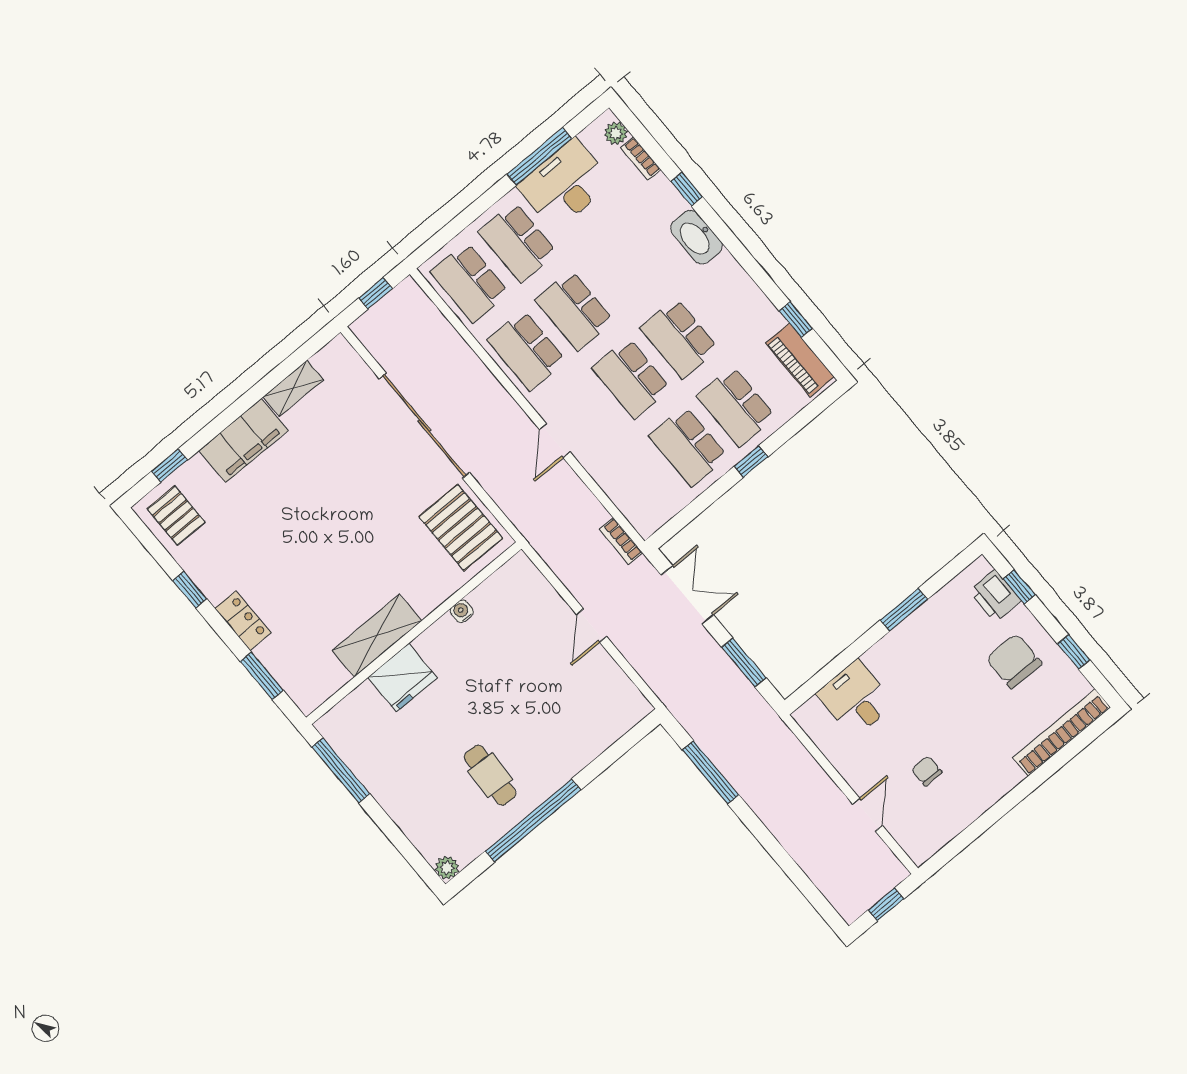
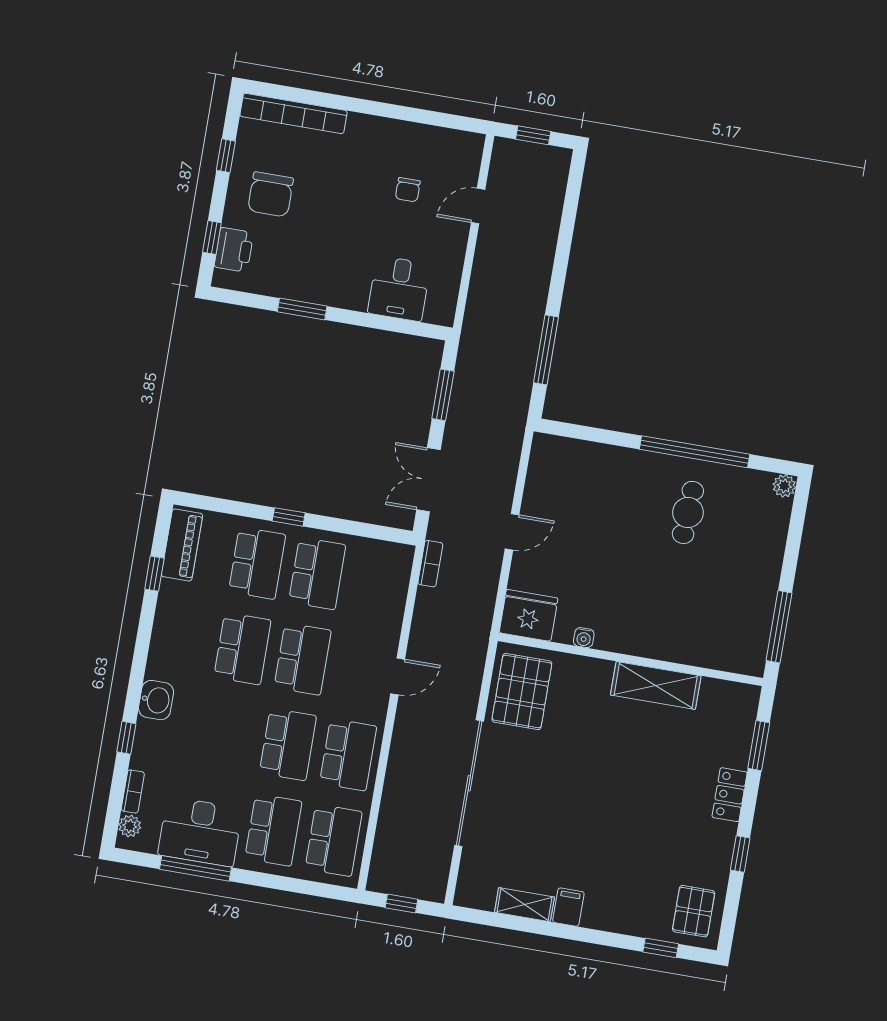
washbasin: (696, 237) -> (156, 700), width x0.72
filing cabinet: (243, 441) -> (568, 907), width x0.33, depth x0.86
fridge: (402, 678) -> (529, 615), moved

